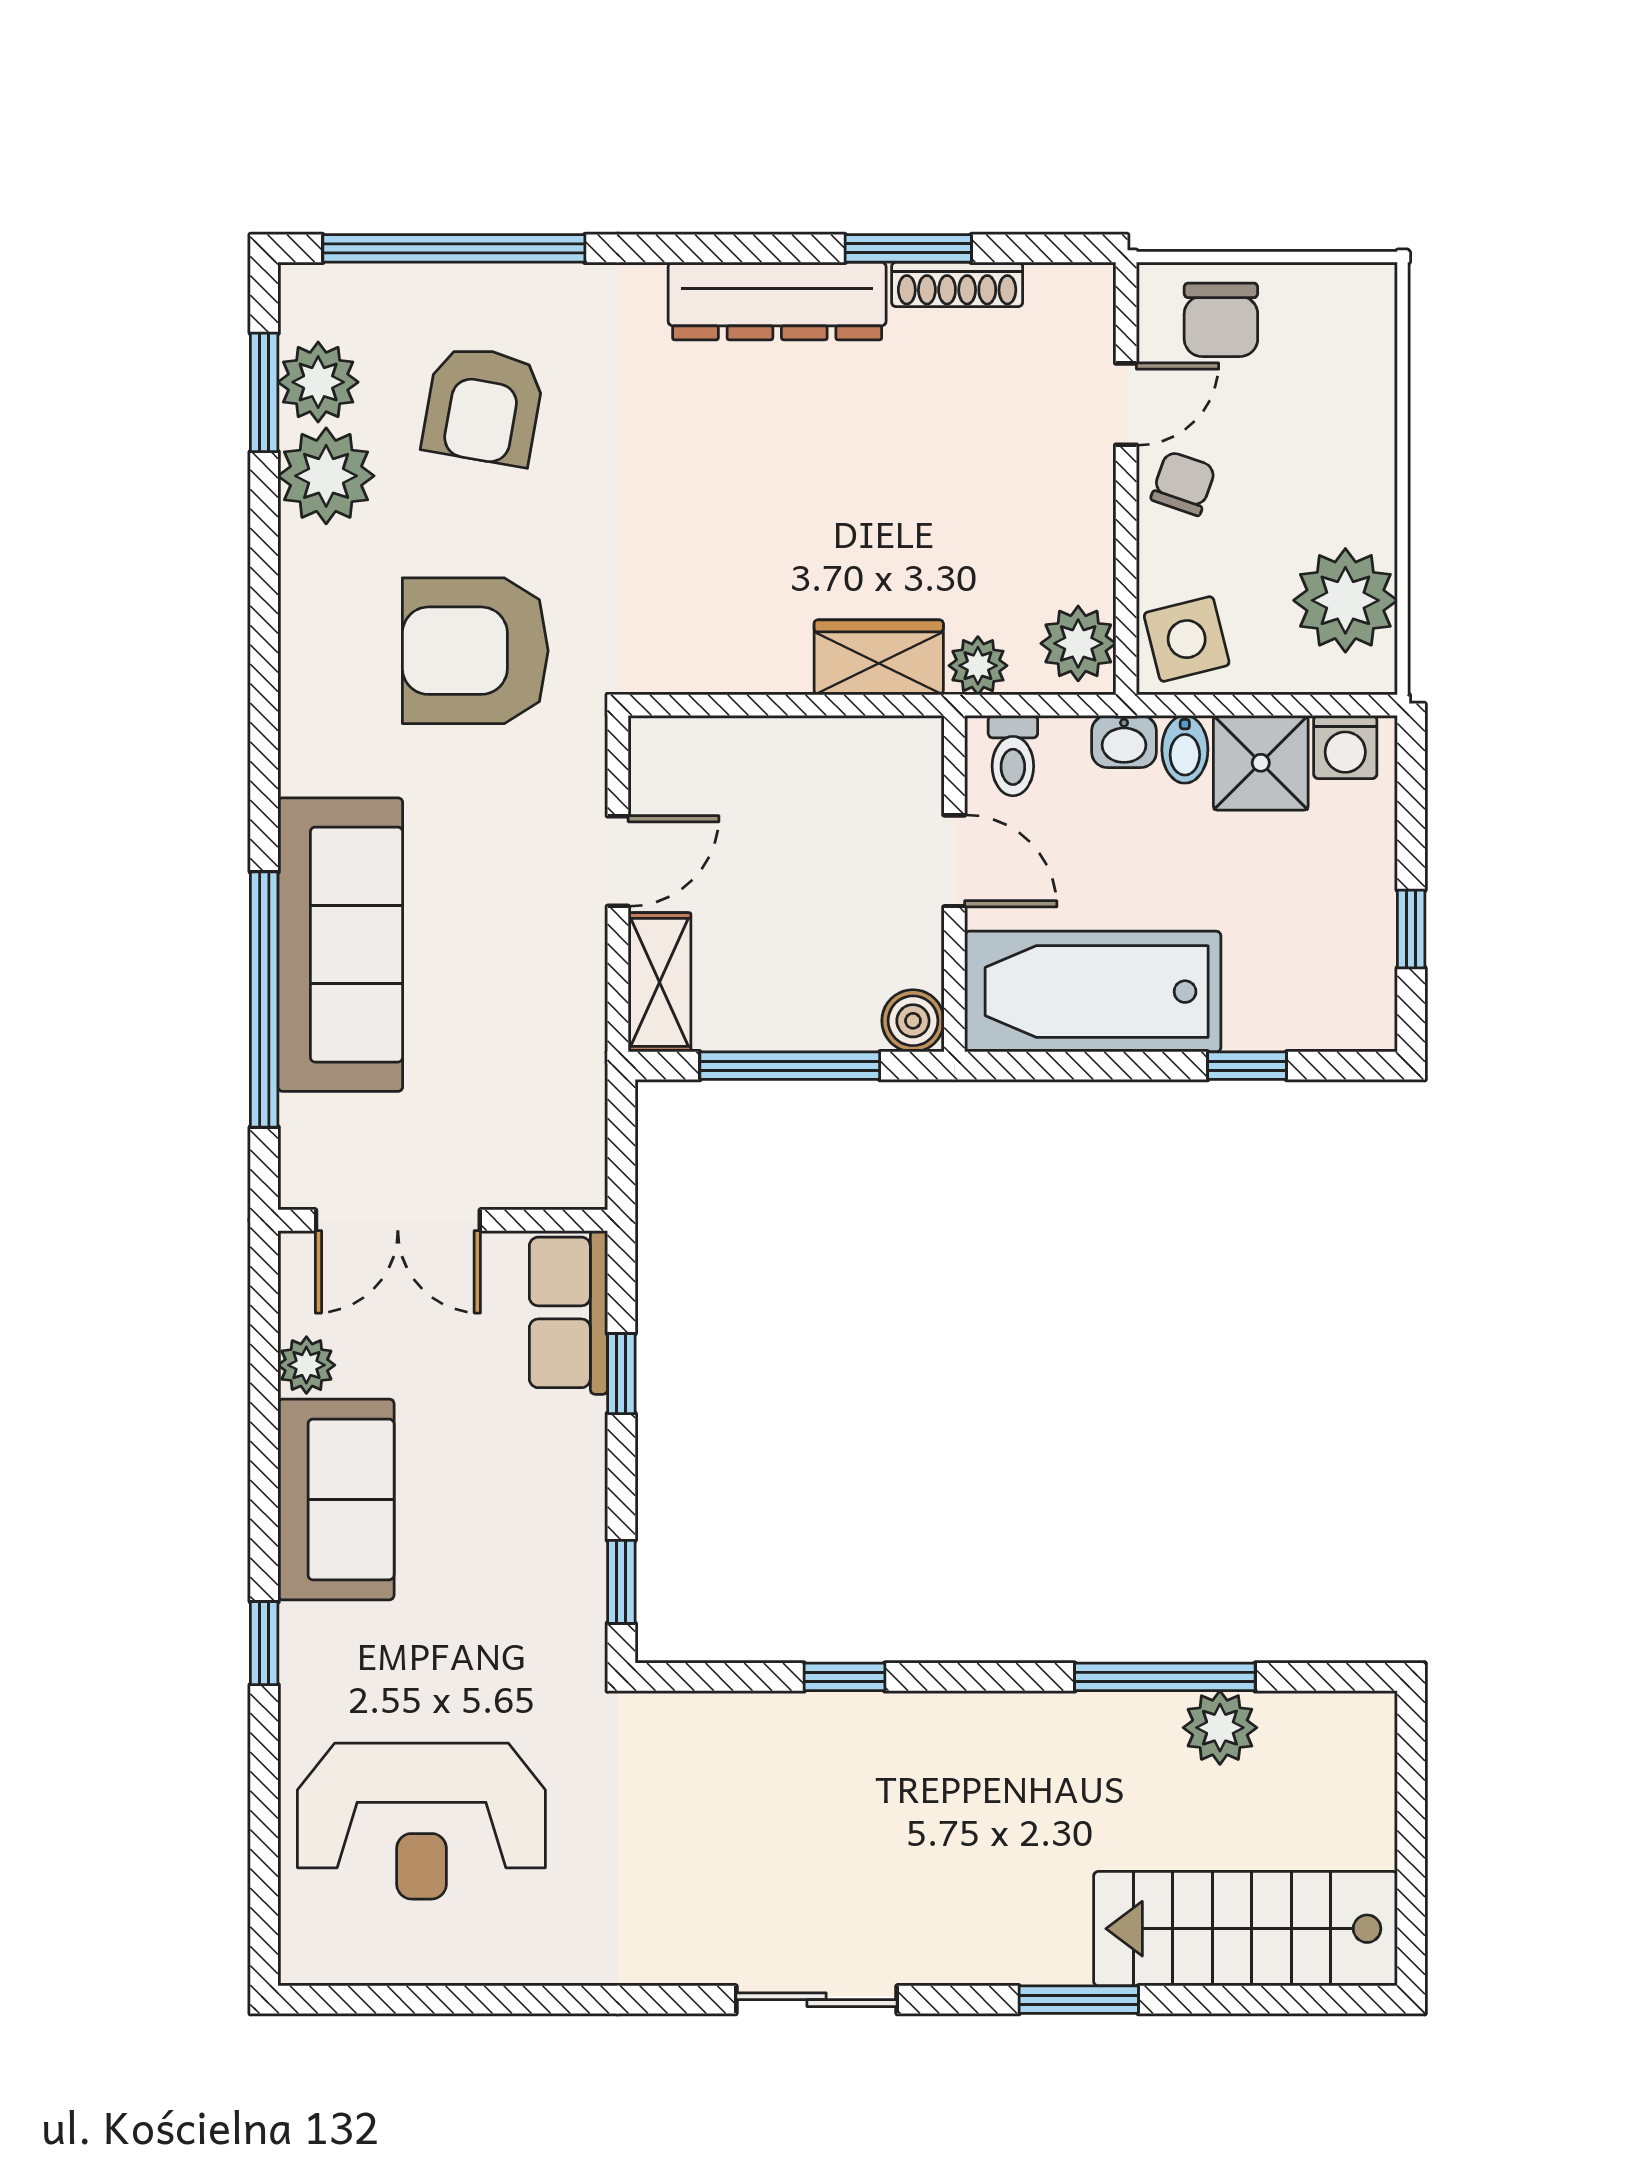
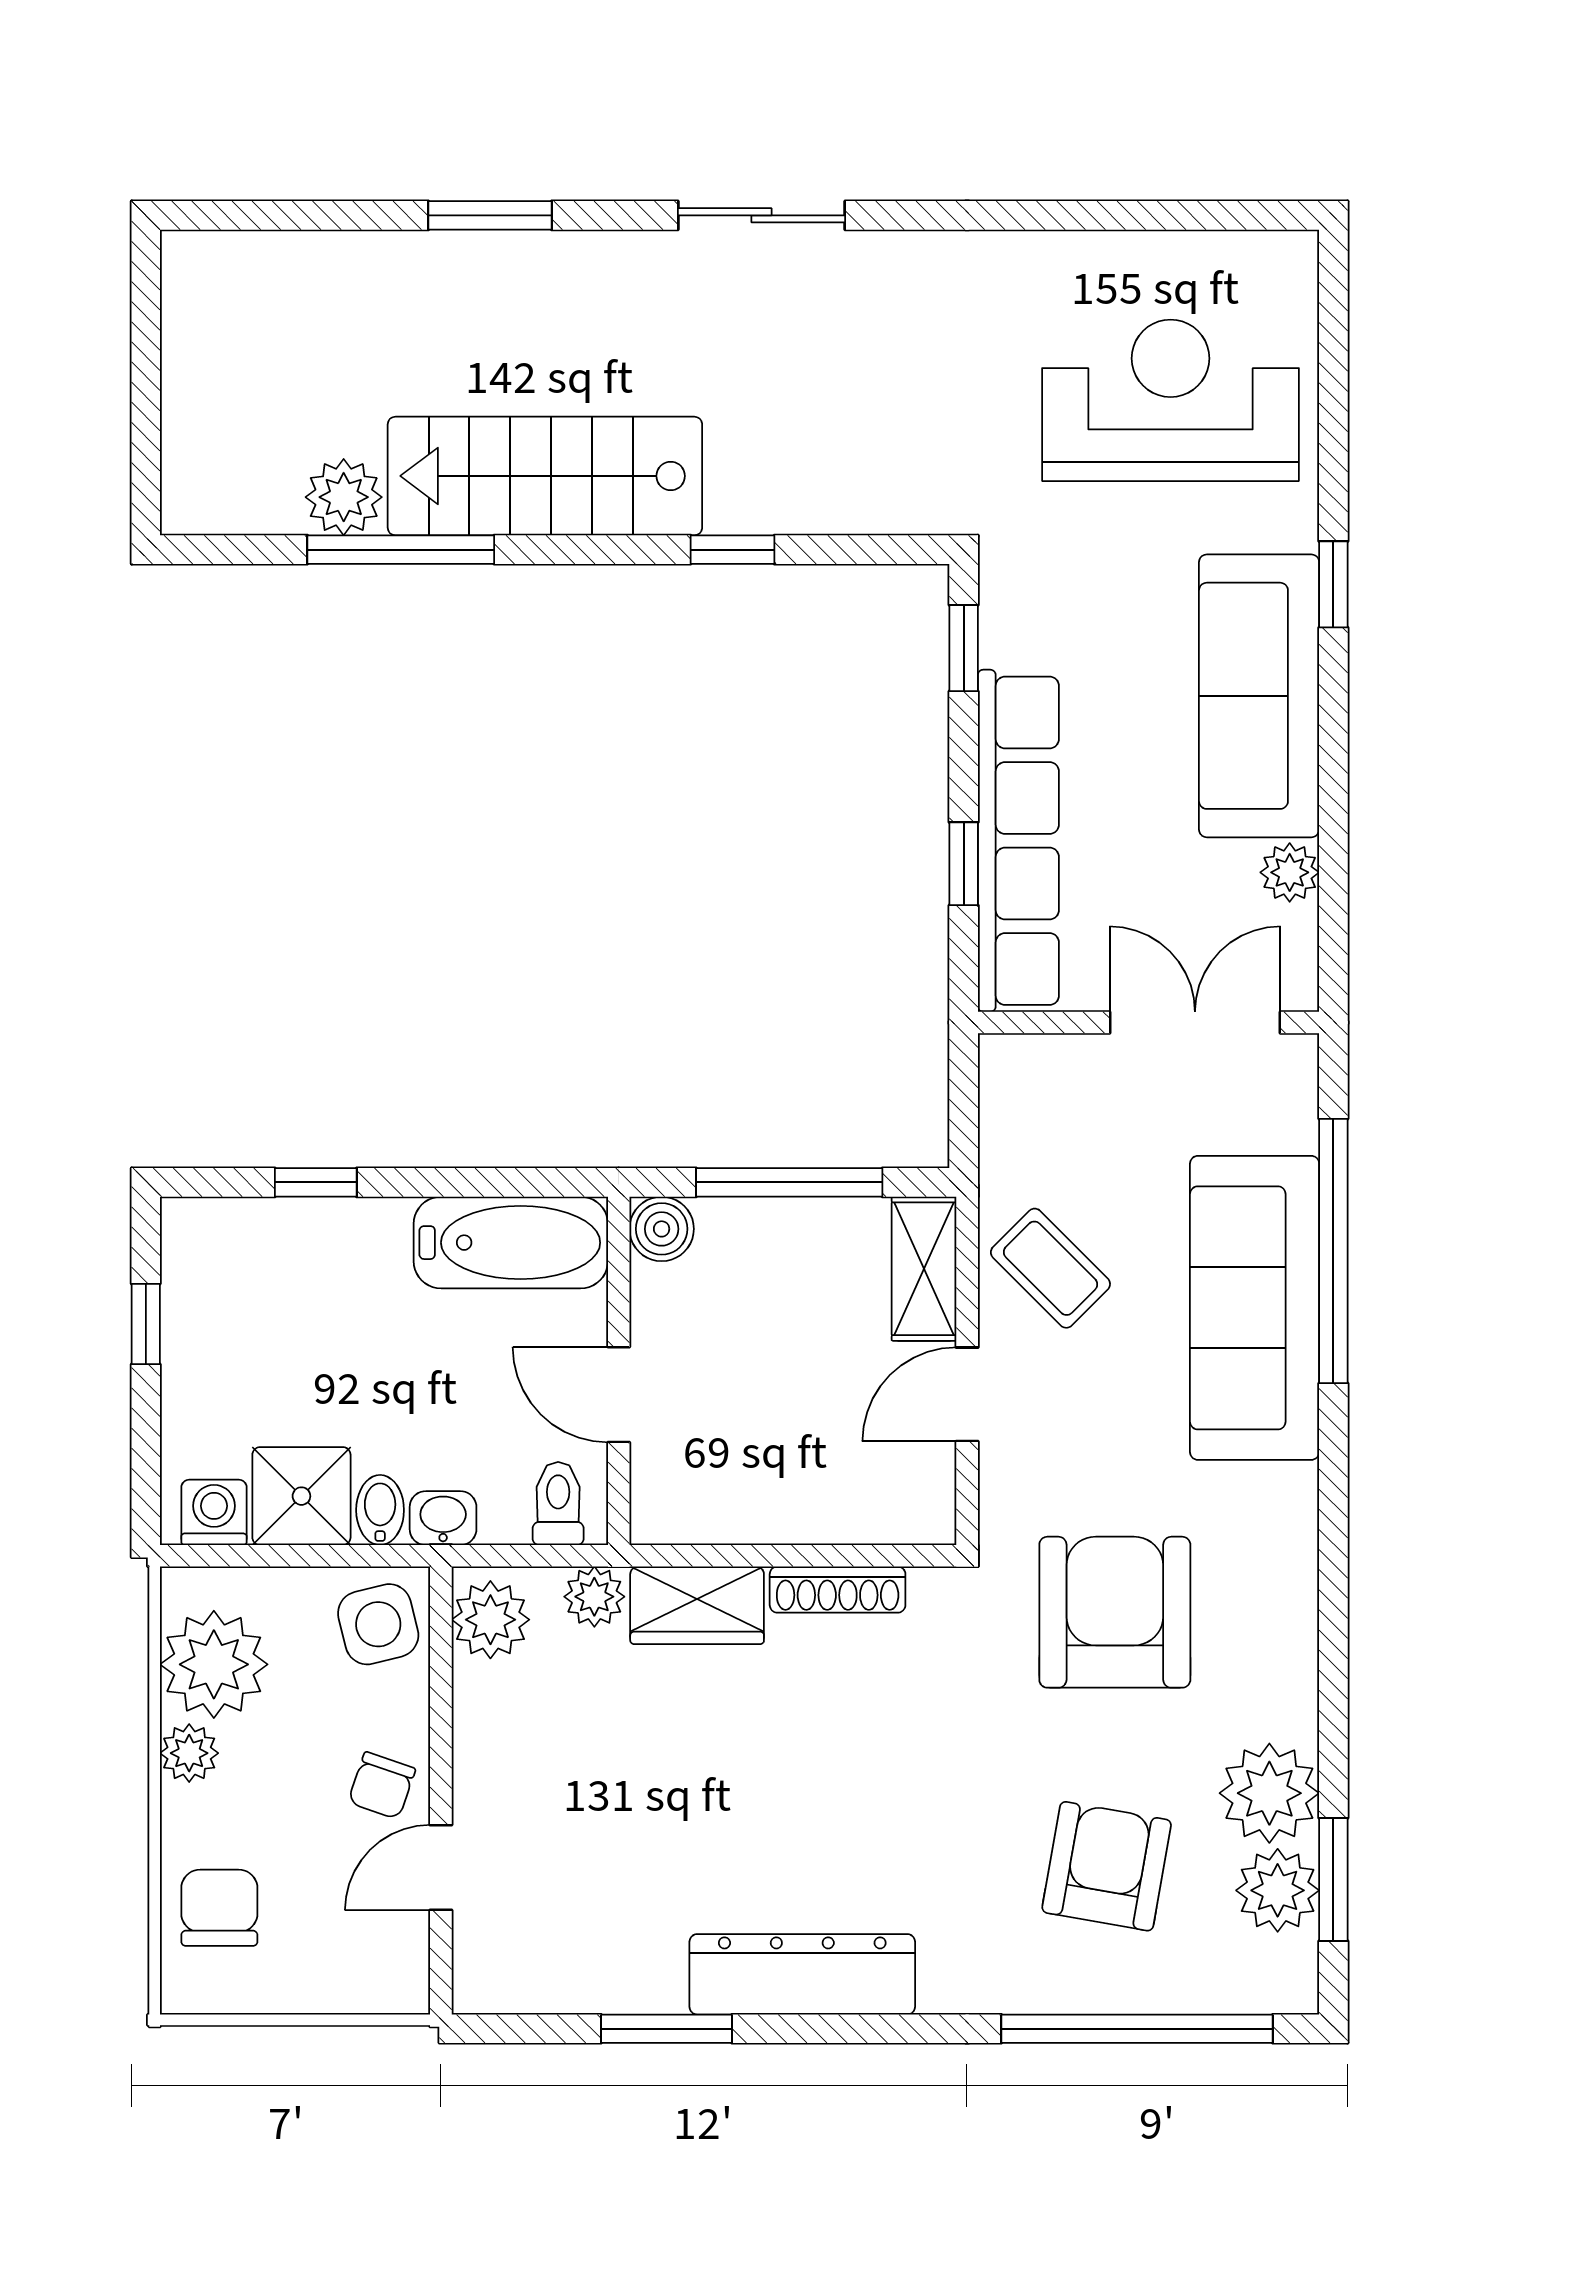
shoe rack: (957, 284) -> (838, 1590), moved, turned 180
chair: (1221, 320) -> (219, 1908), moved
plant: (1369, 515) -> (189, 1753), added
armchair: (475, 651) -> (1115, 1612), turned -90
coffee table: (537, 983) -> (1050, 1268), added
bathtub: (1093, 992) -> (511, 1243), width x0.73, depth x0.73
row of seats: (568, 1312) -> (1018, 841), width x2.02
sofa: (336, 1499) -> (1259, 696), width x1.36
stairs: (1246, 1929) -> (545, 476), moved, turned 180

